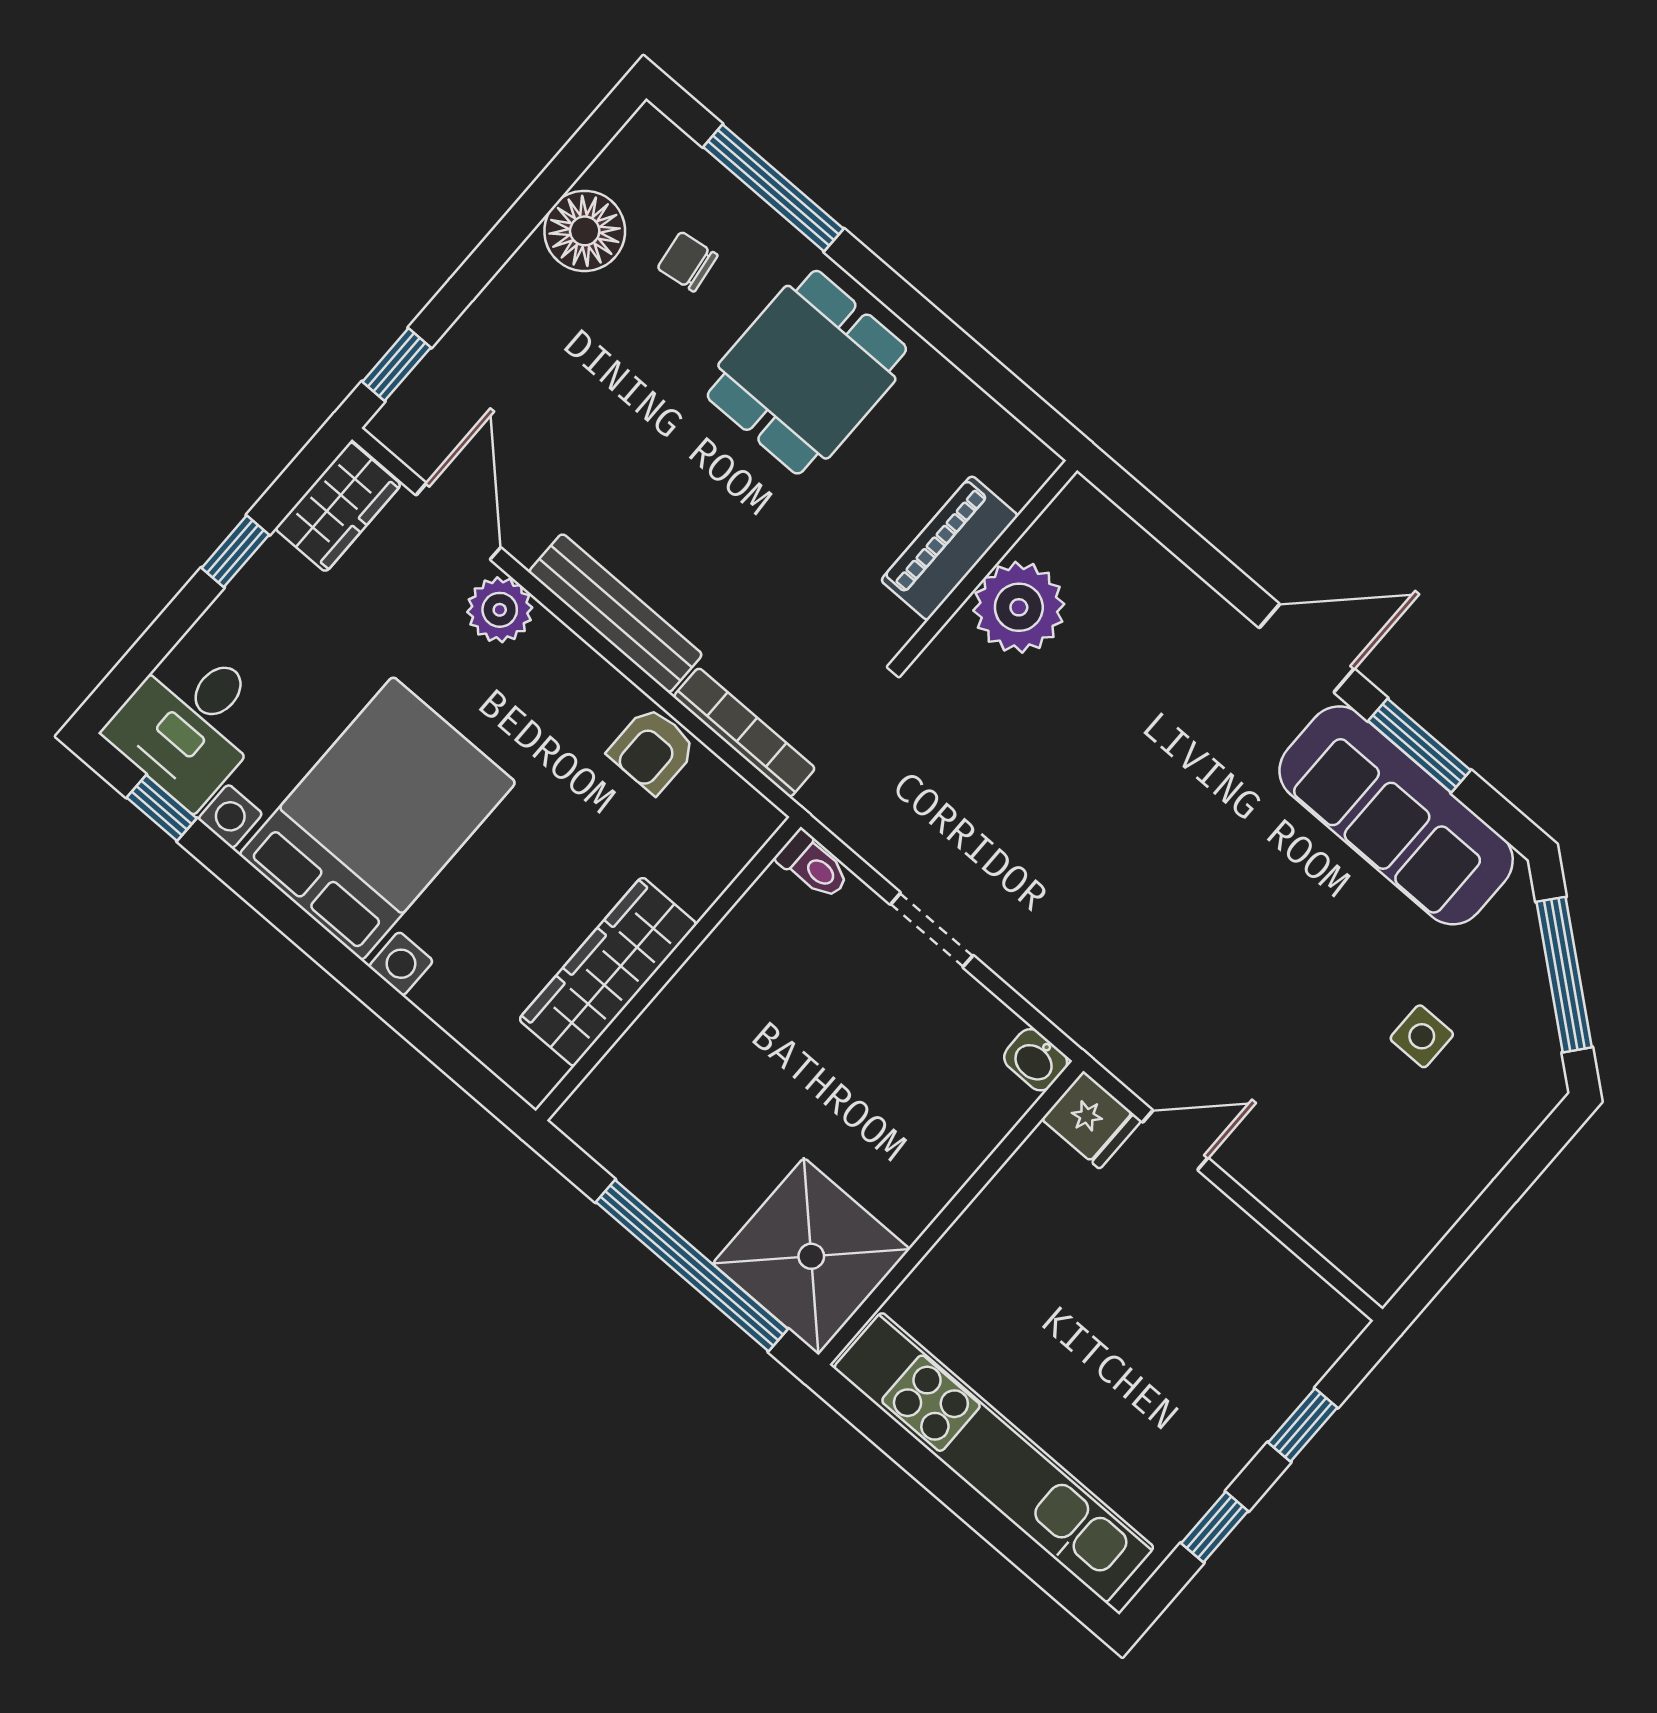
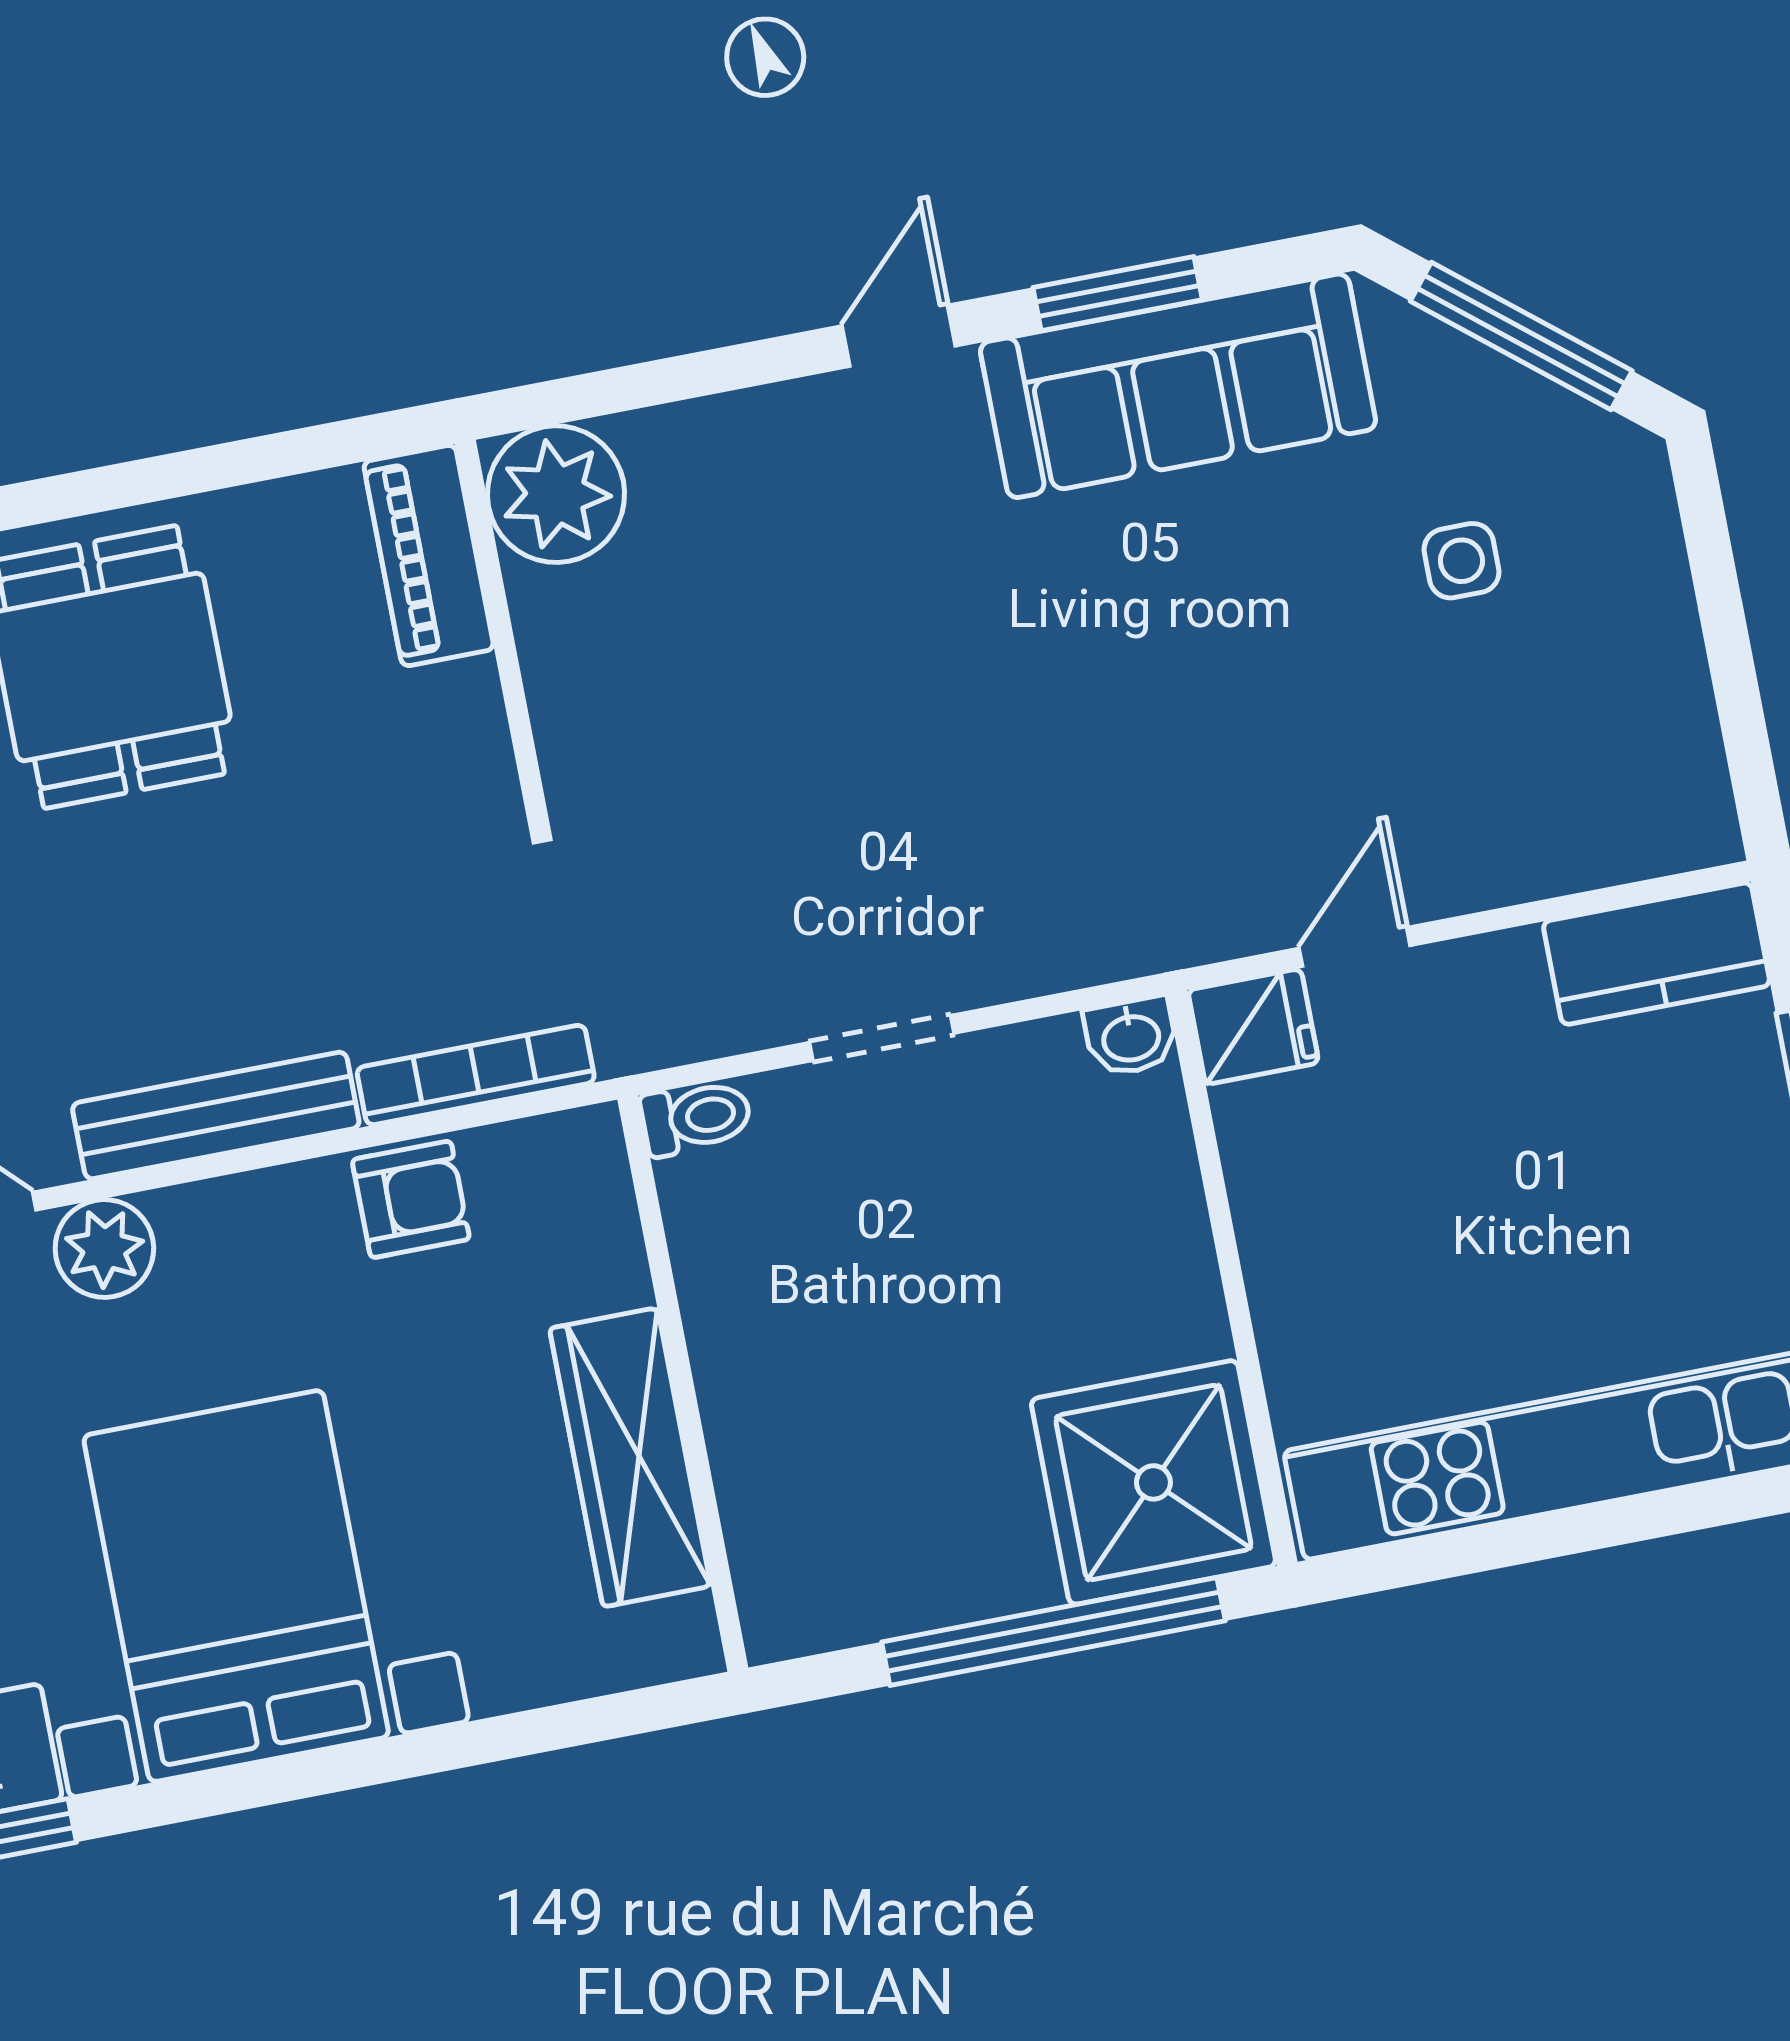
piano: (950, 548) -> (429, 555), moved
plant: (1019, 607) -> (556, 494), moved
door: (1307, 648) -> (899, 336), width x0.73
armchair: (652, 750) -> (411, 1199), turned -90
kitchen counter: (1297, 1301) -> (1657, 954), added

